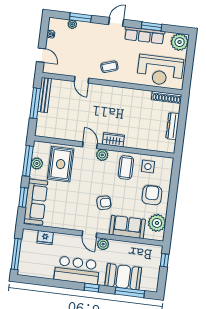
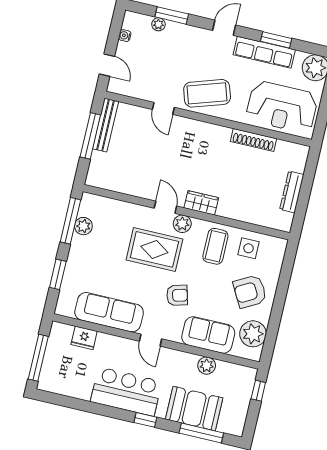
coffee table: (109, 67) -> (207, 93), width x1.86, depth x1.72
shoe rack: (167, 97) -> (253, 140), moved
rug: (61, 164) -> (154, 249), moved, turned 90
armchair: (152, 195) -> (250, 291), turned -119
sofa: (36, 202) -> (109, 312), moved, turned -90
plant: (103, 244) -> (207, 366), moved

